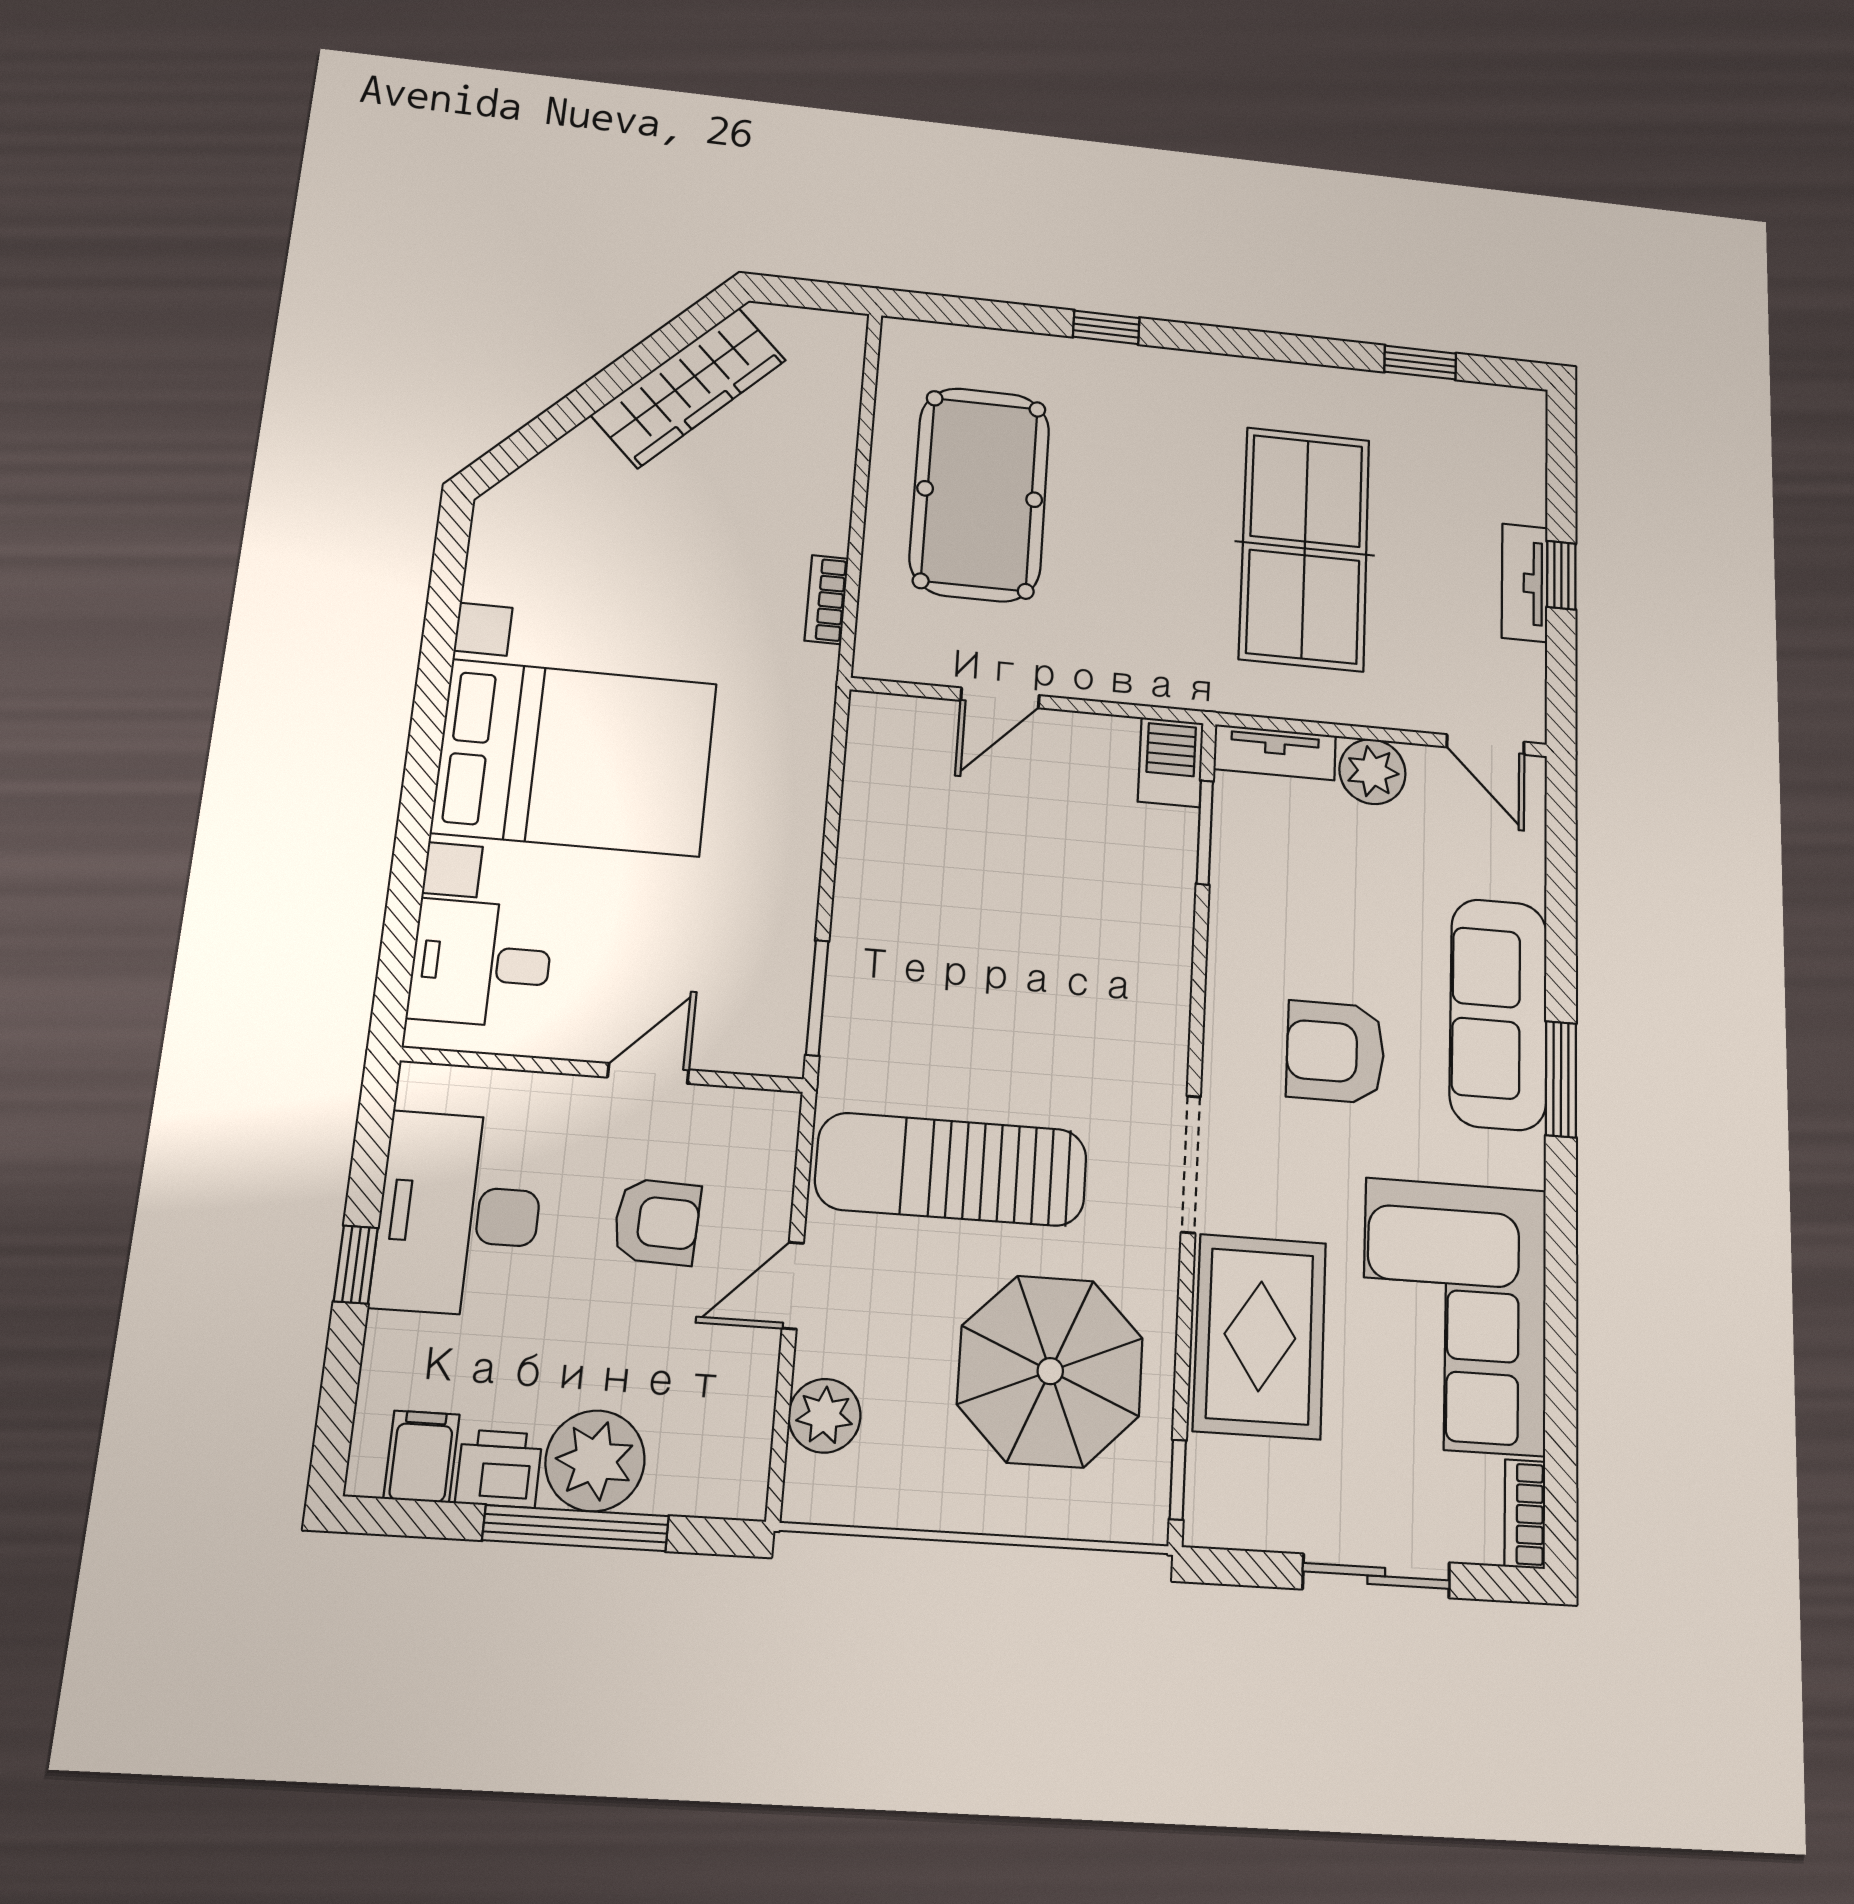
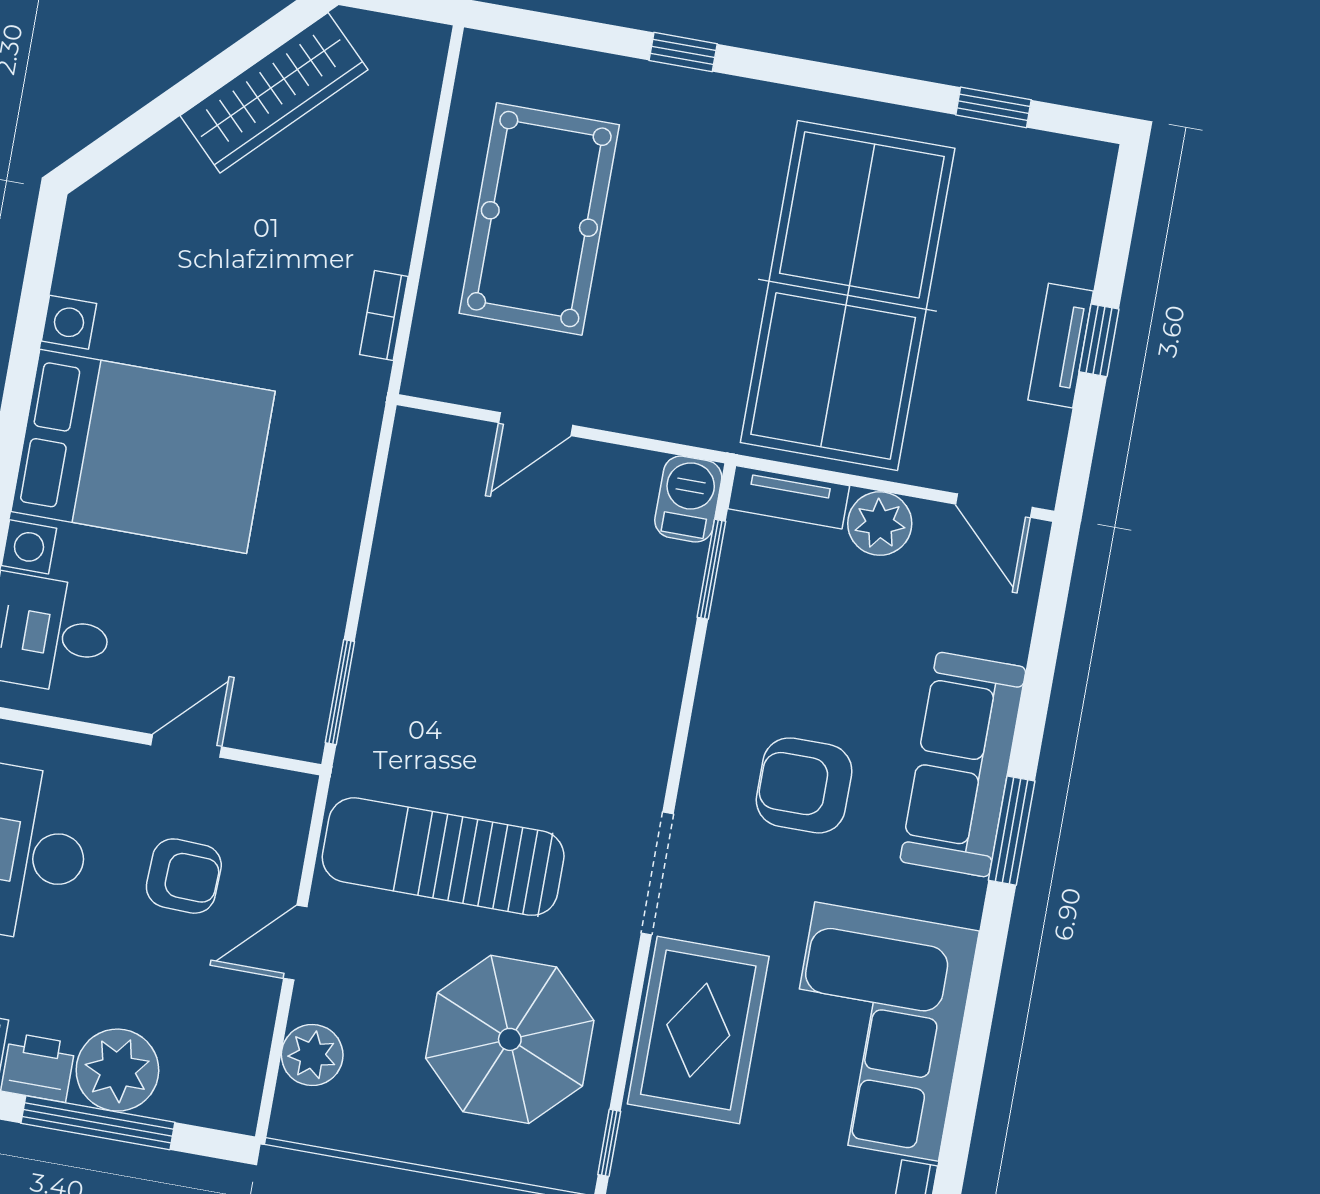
table tennis table: (1305, 548) -> (848, 295), width x1.36, depth x1.32

